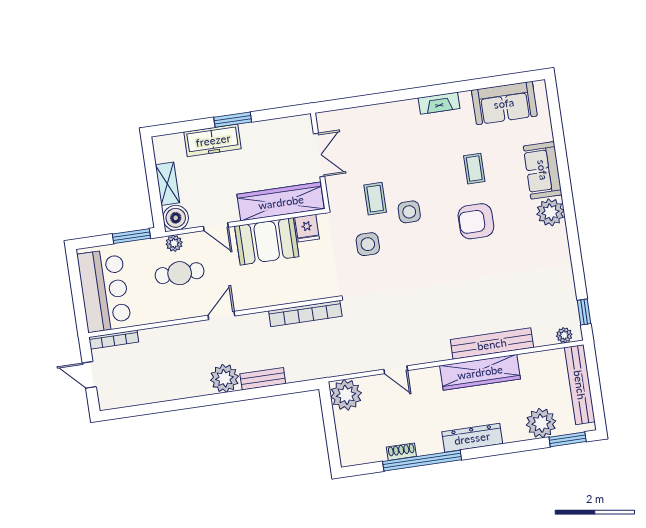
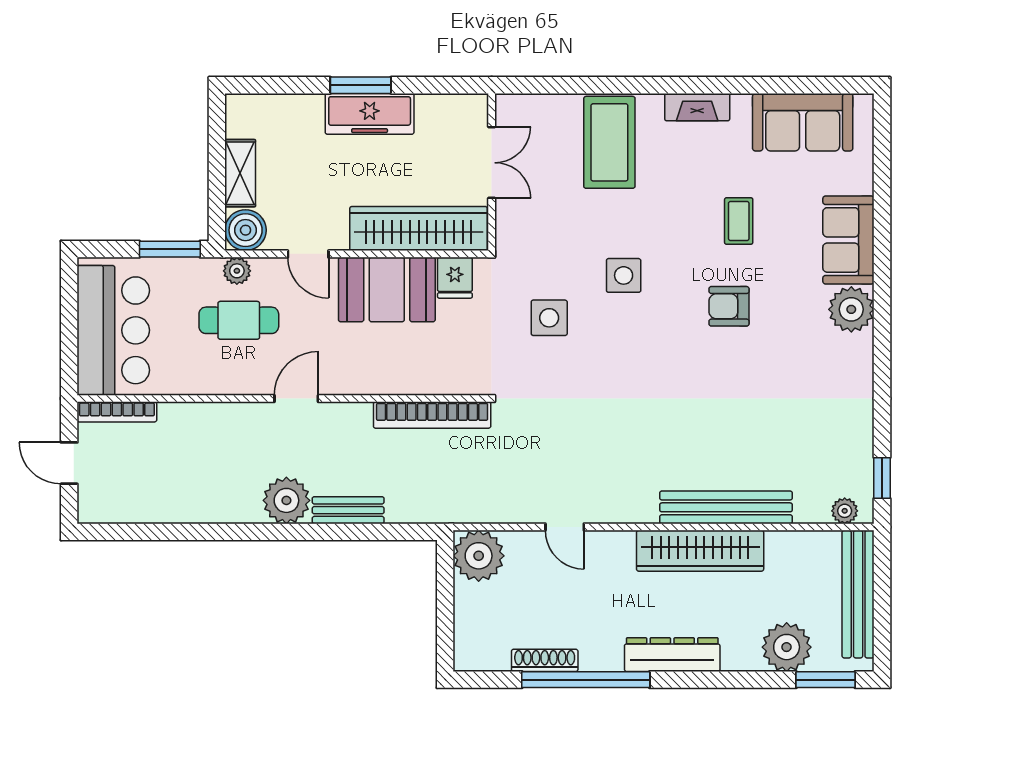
freezer: (213, 140) -> (370, 114), moved
coffee table: (375, 199) -> (609, 142), moved, width x1.86, depth x1.72
armchair: (476, 221) -> (729, 306), width x0.72, depth x0.72
shoe rack: (401, 452) -> (545, 660), width x1.43

